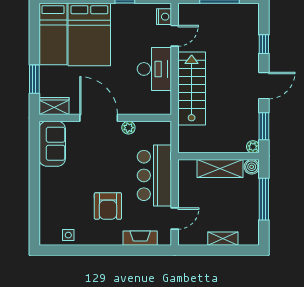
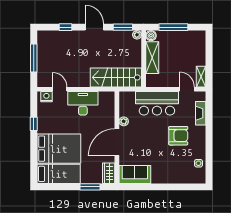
stairs: (192, 88) -> (116, 77), moved
shelving: (223, 239) -> (201, 77), moved

